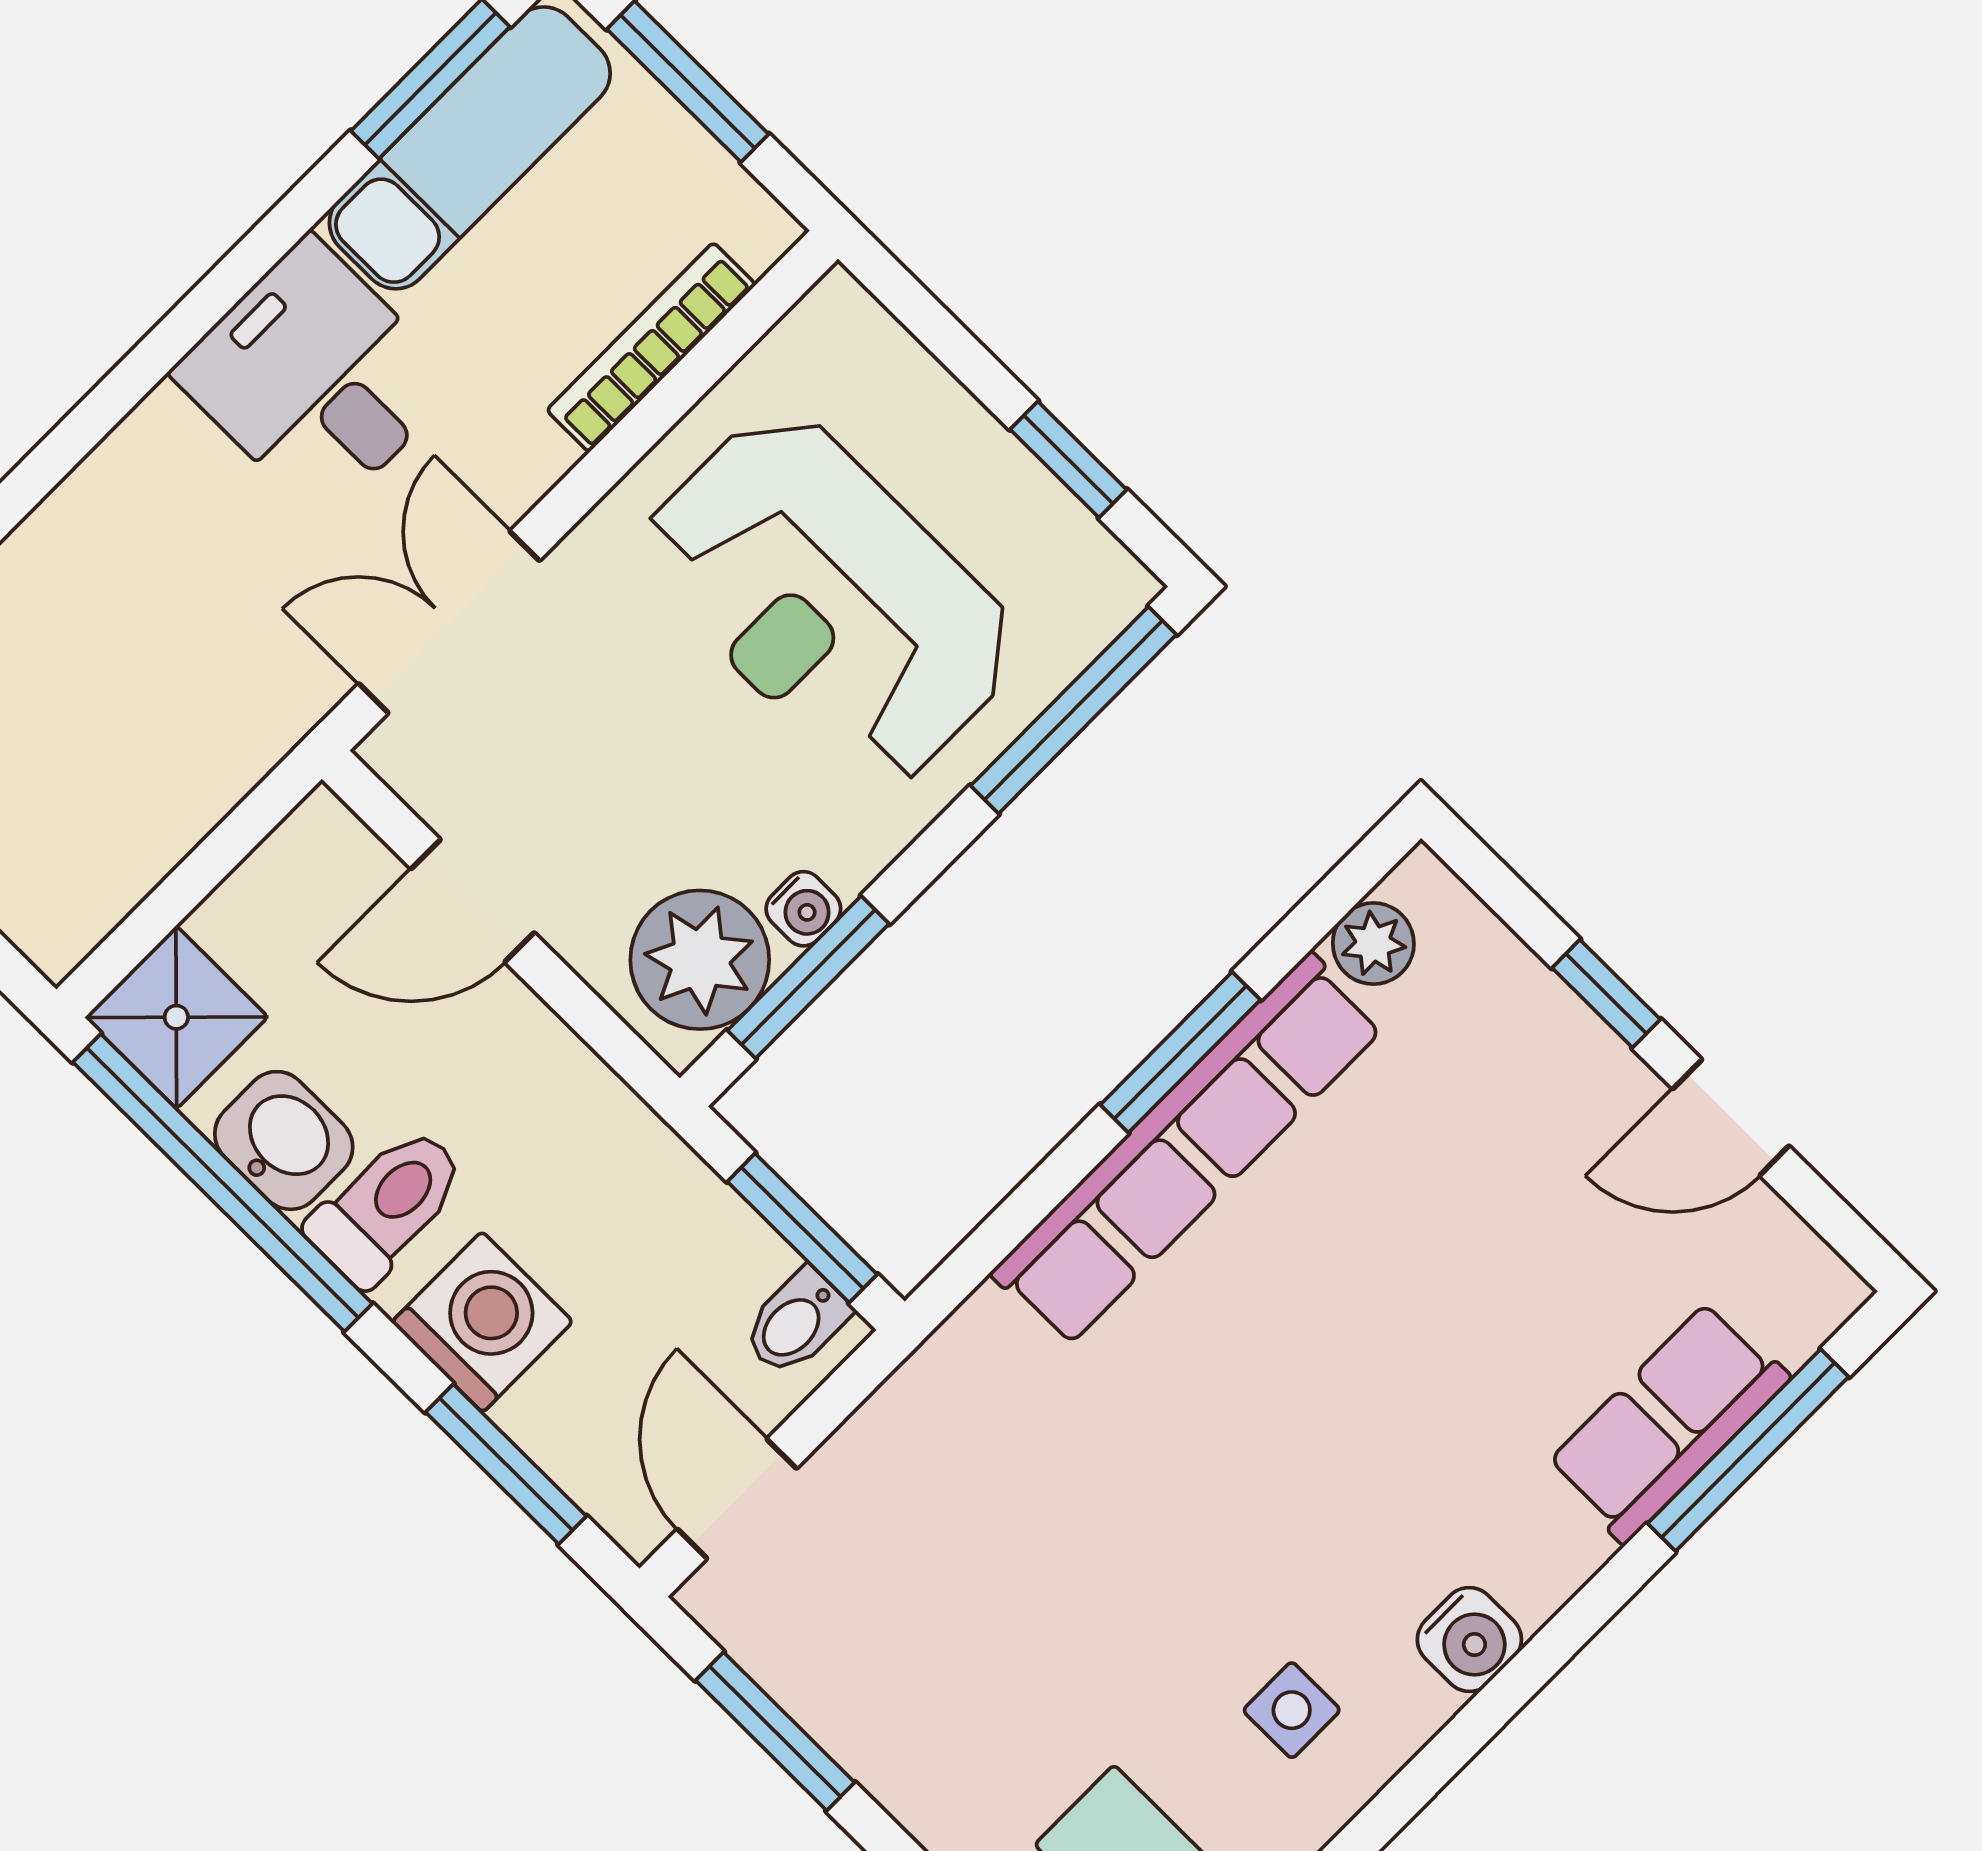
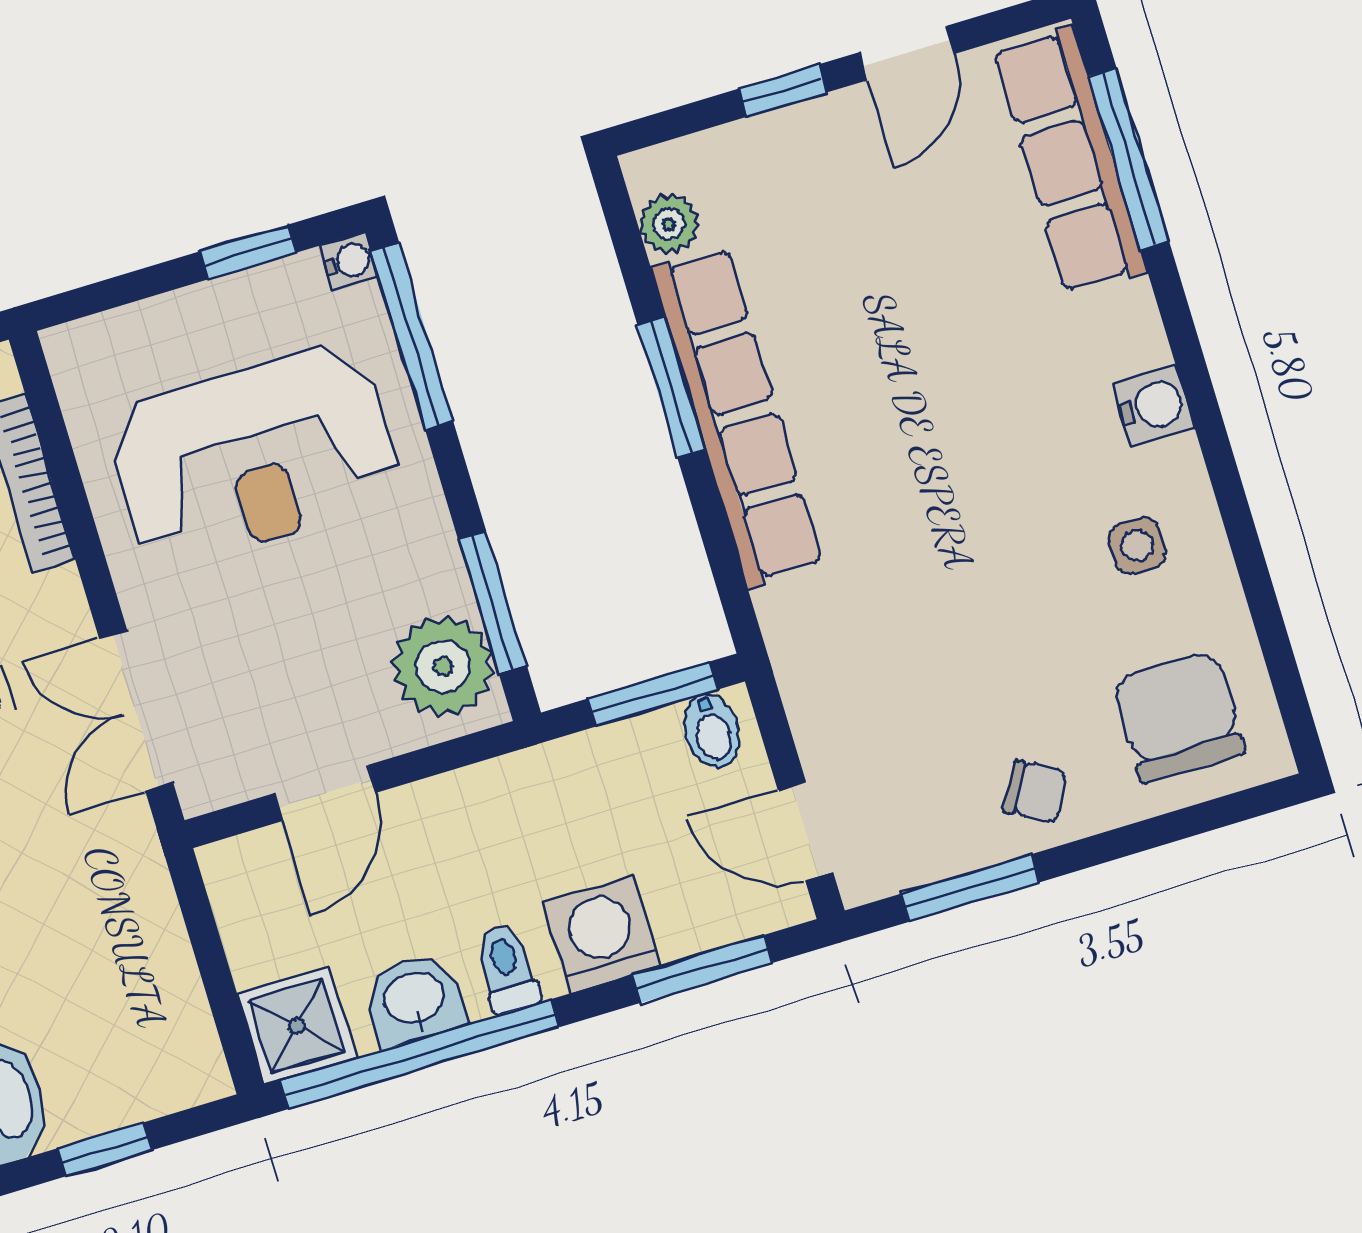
water cooler: (803, 909) -> (350, 261), moved
toilet: (387, 1206) -> (507, 968), width x0.73, depth x0.72
row of seats: (1668, 1422) -> (1070, 160), width x1.48
chair: (933, 1747) -> (1035, 791), added

